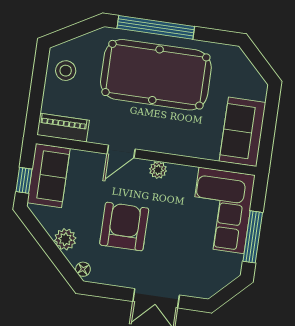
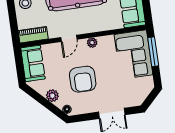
window: (24, 180) -> (20, 70), removed
armchair: (124, 227) -> (83, 79), turned 180
window: (253, 237) -> (153, 52), moved

